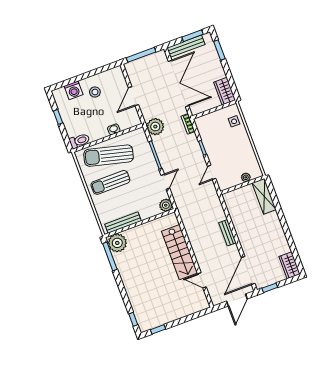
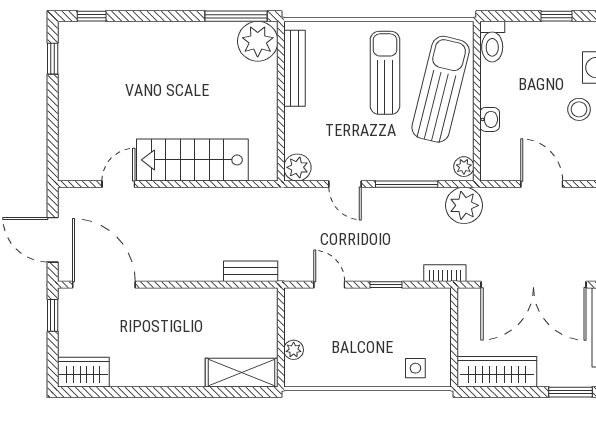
wardrobe: (225, 91) -> (497, 372), width x1.50
plant: (138, 133) -> (464, 167), added
bench: (227, 233) -> (251, 271), moved

